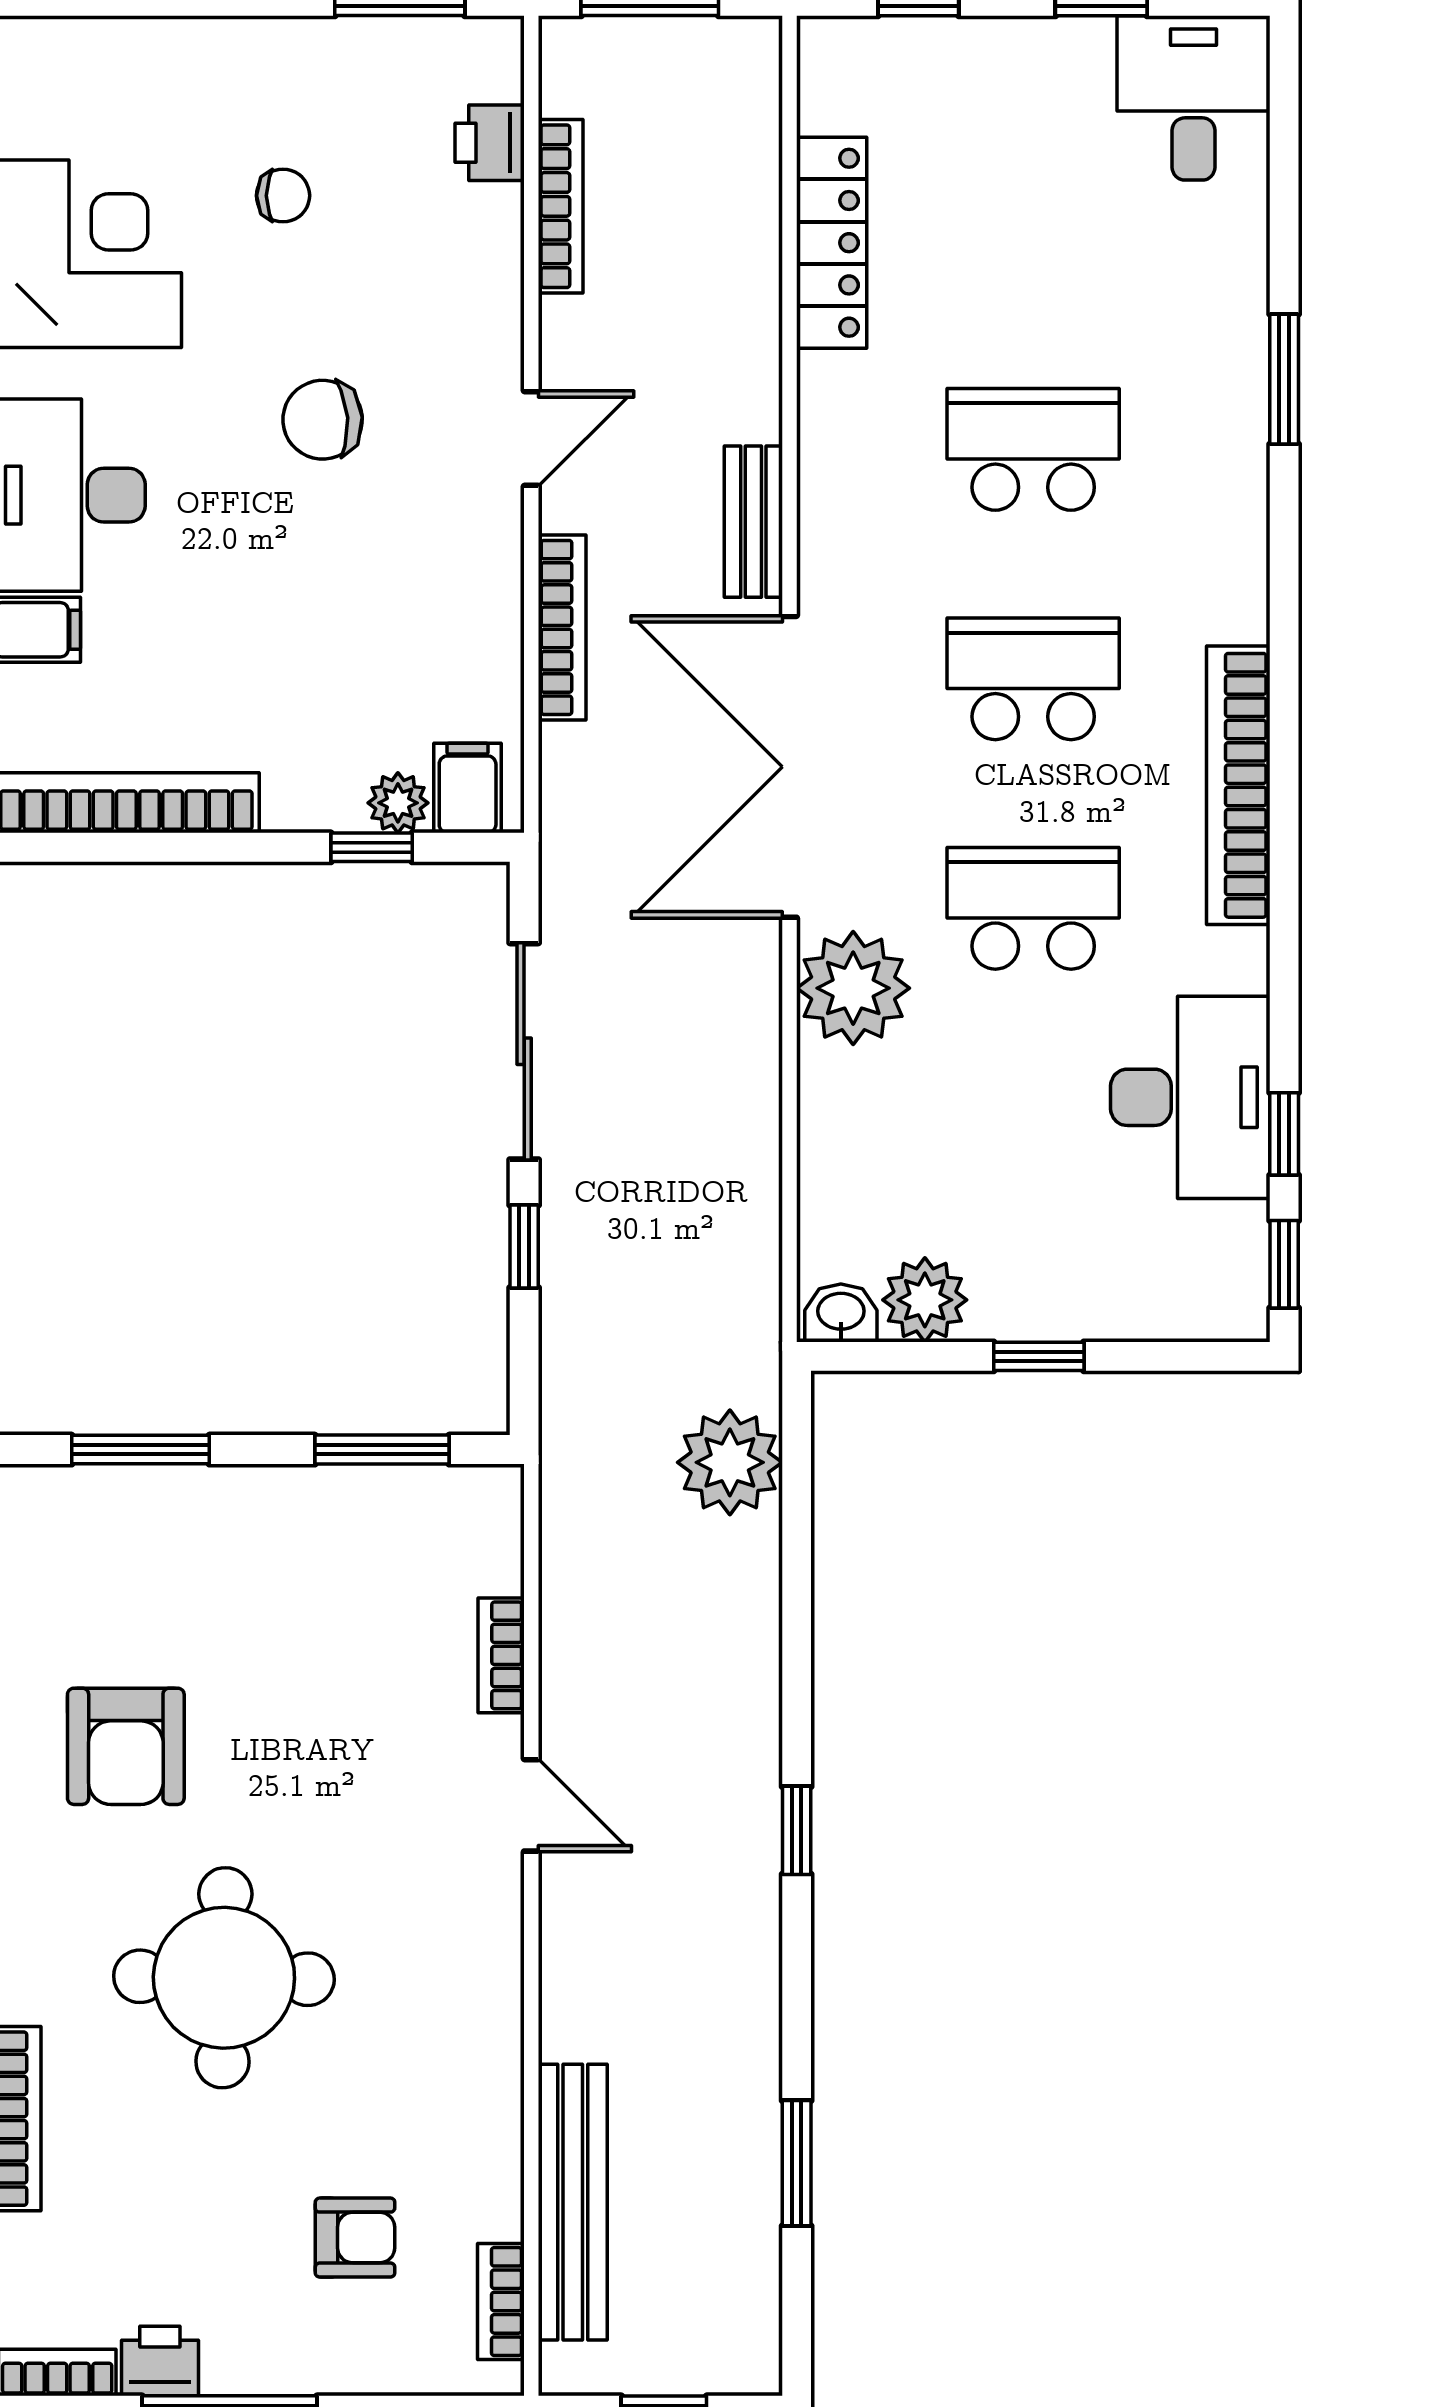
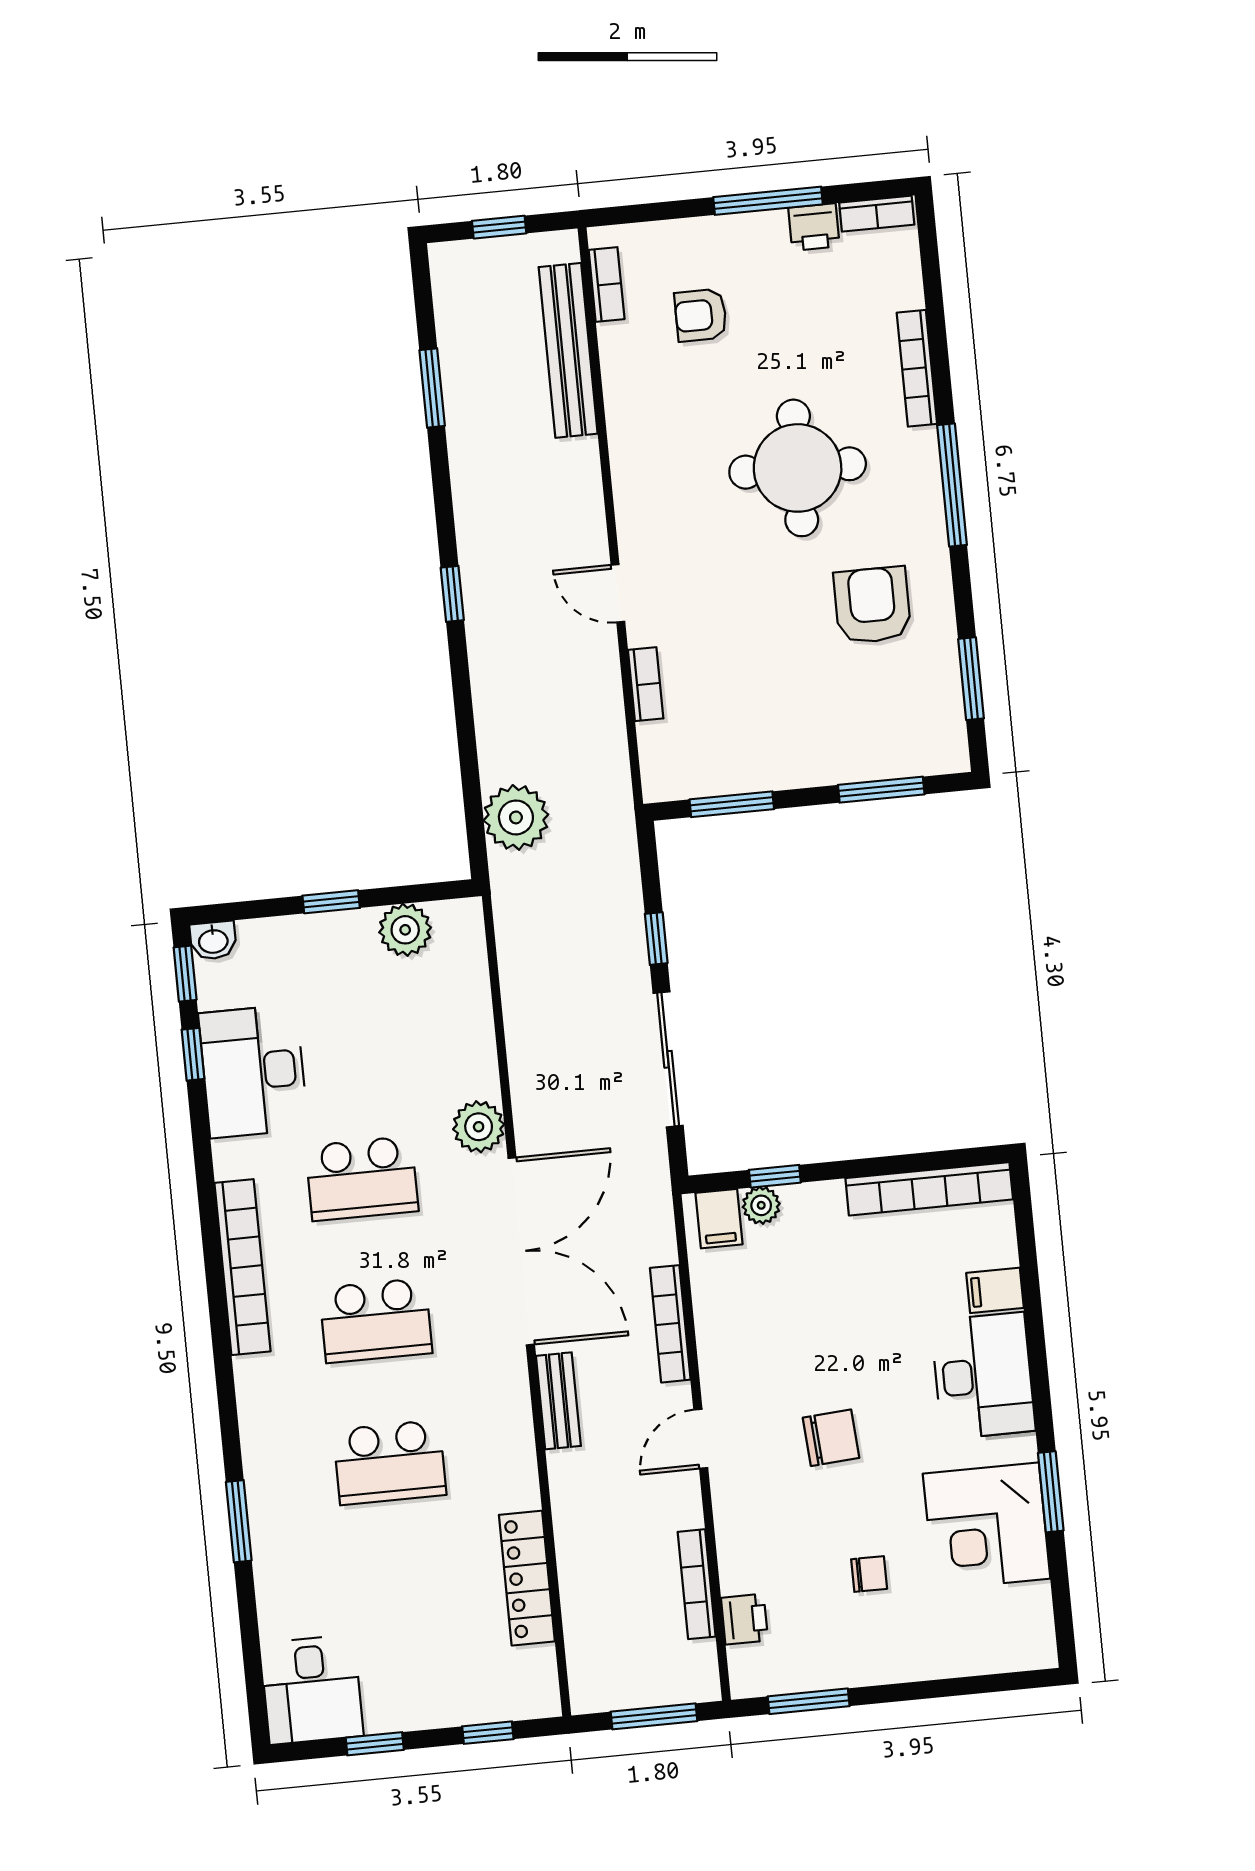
chair: (283, 196) -> (869, 1574), turned 180
plant: (853, 988) -> (479, 1127), width x0.73, depth x0.73
washbasin: (841, 1313) -> (213, 940), moved

